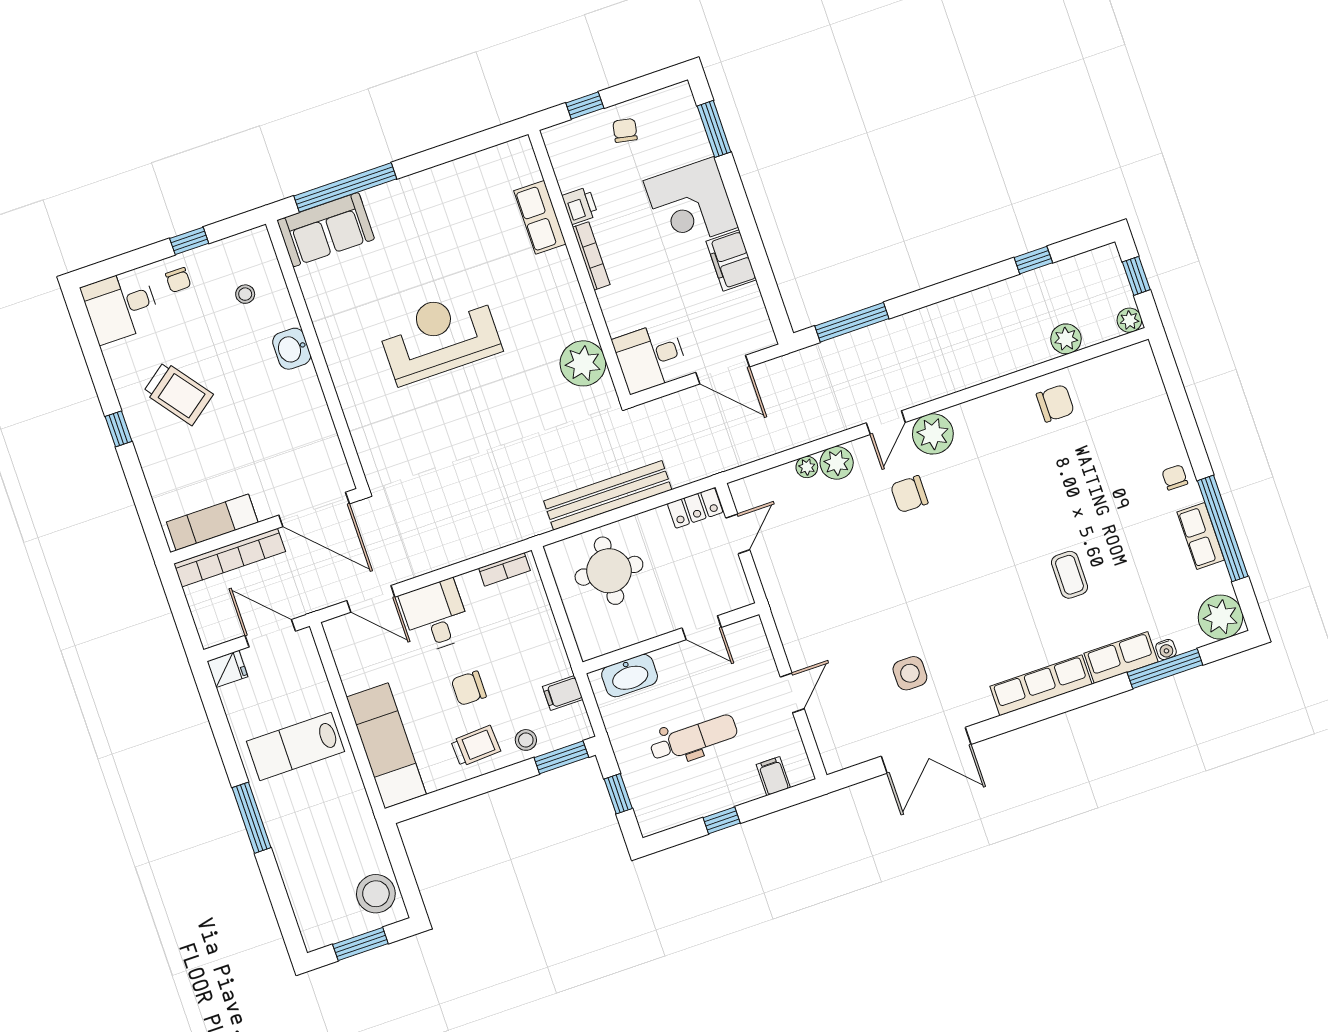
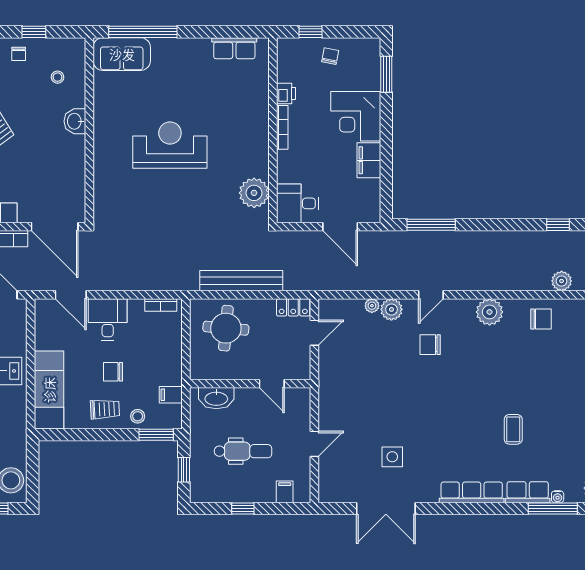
row of seats: (540, 217) -> (234, 48), moved, turned -90
plant: (933, 434) -> (490, 312), moved

